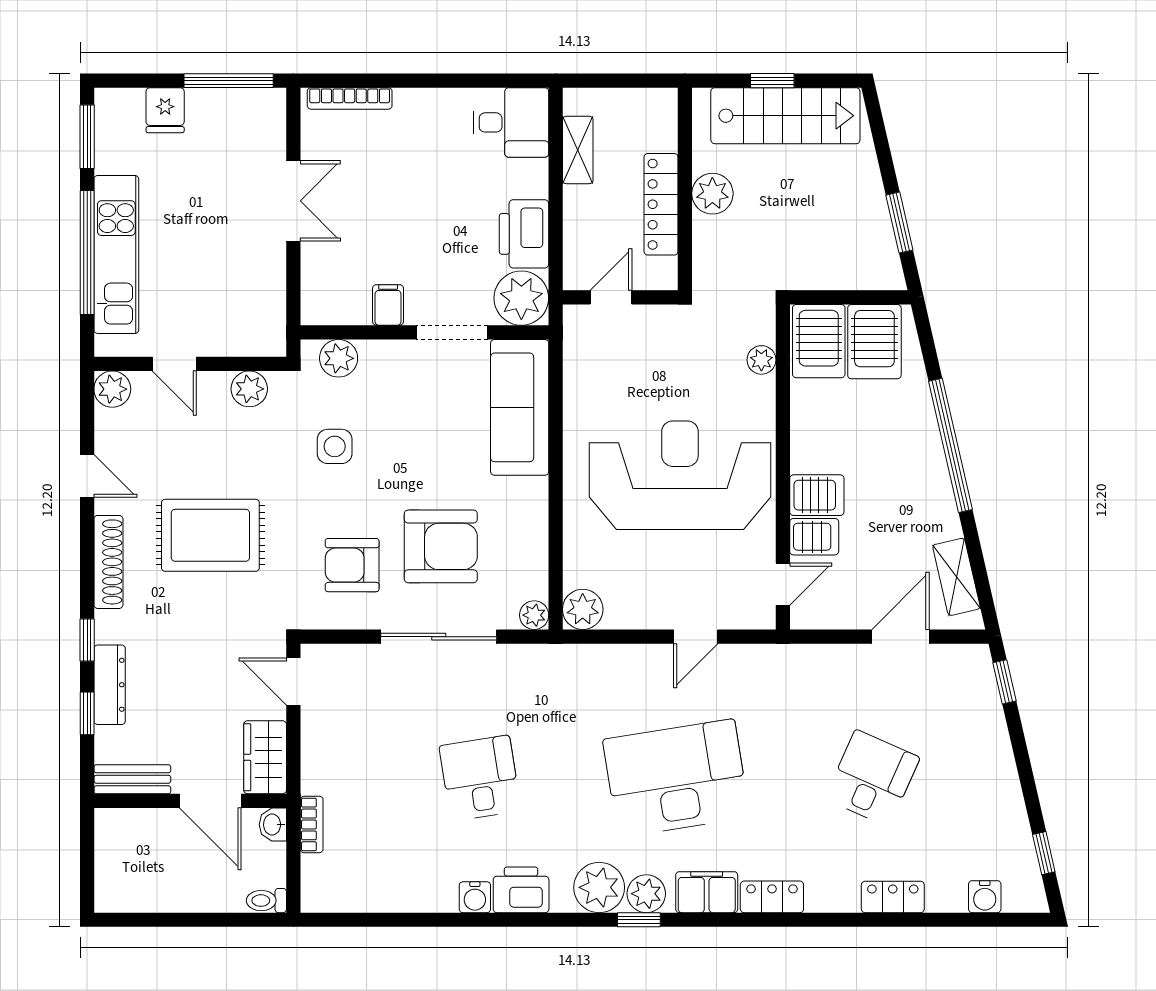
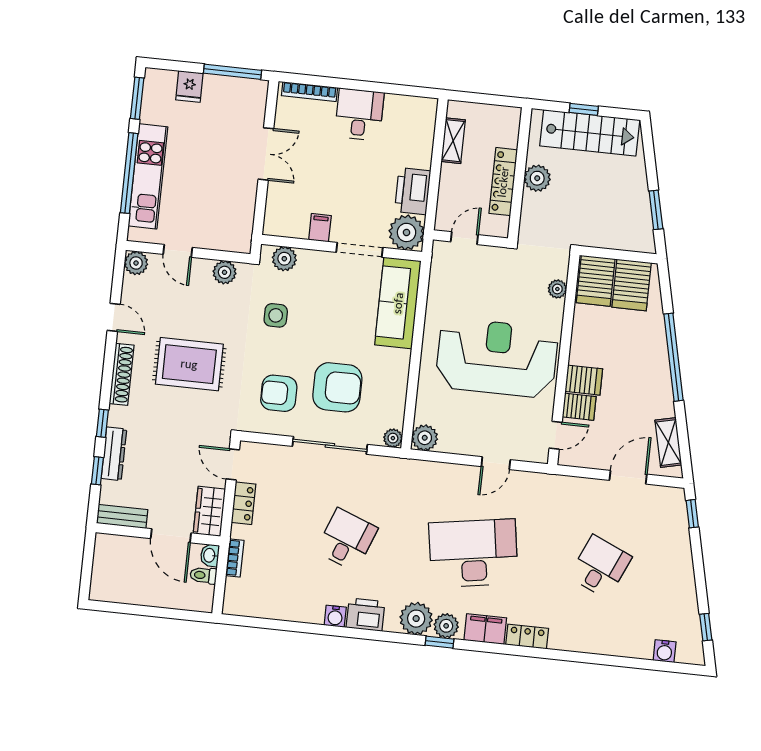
desk: (511, 122) -> (359, 114), moved, turned -90
desk: (480, 778) -> (347, 540), turned 30
locker: (893, 897) -> (244, 503), moved, turned 90
toilet: (266, 901) -> (203, 575), moved

